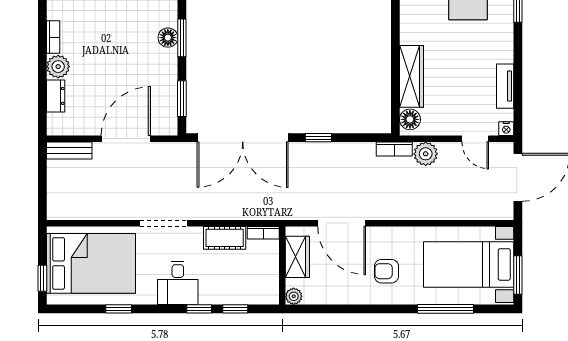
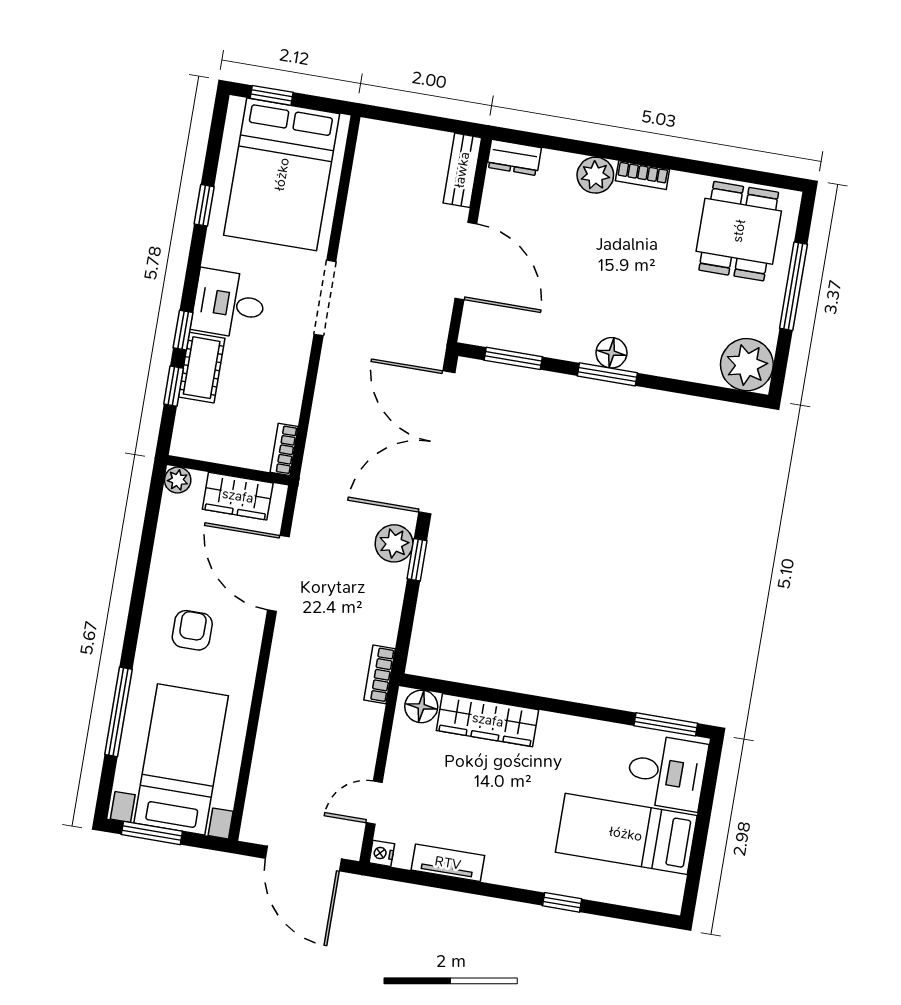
dresser: (56, 96) -> (514, 157), moved
plant: (426, 154) -> (394, 543), moved
door: (342, 223) -> (278, 573), hinge flipped
cot: (225, 238) -> (202, 368), moved

